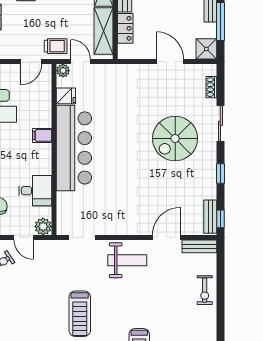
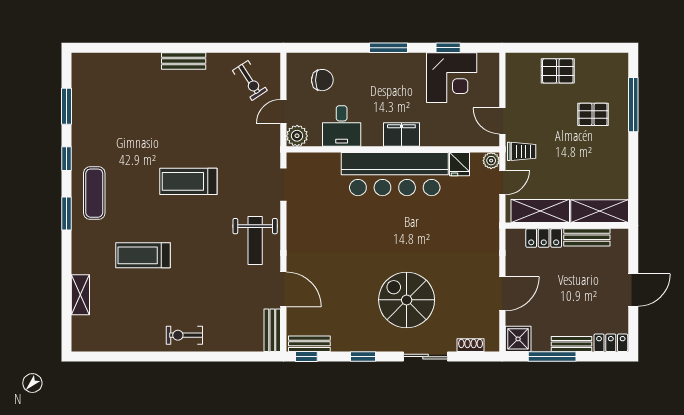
trolley: (56, 46) -> (522, 151), turned -90
filing cabinet: (42, 135) -> (401, 135), width x2.00
exercise bike: (205, 290) -> (184, 335), moved

